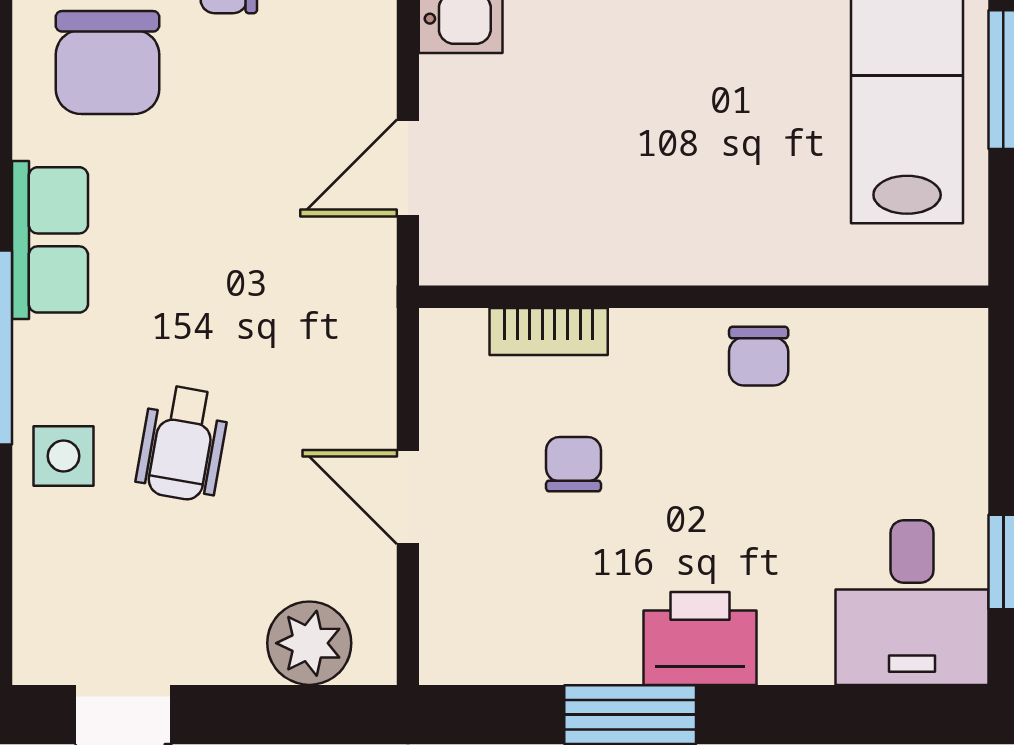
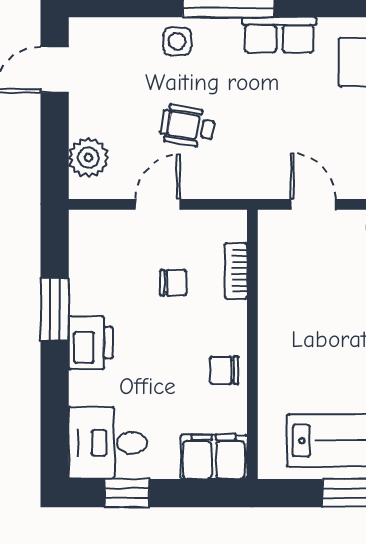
filing cabinet: (941, 378) -> (214, 457), added
wheelchair: (183, 443) -> (187, 126), moved

